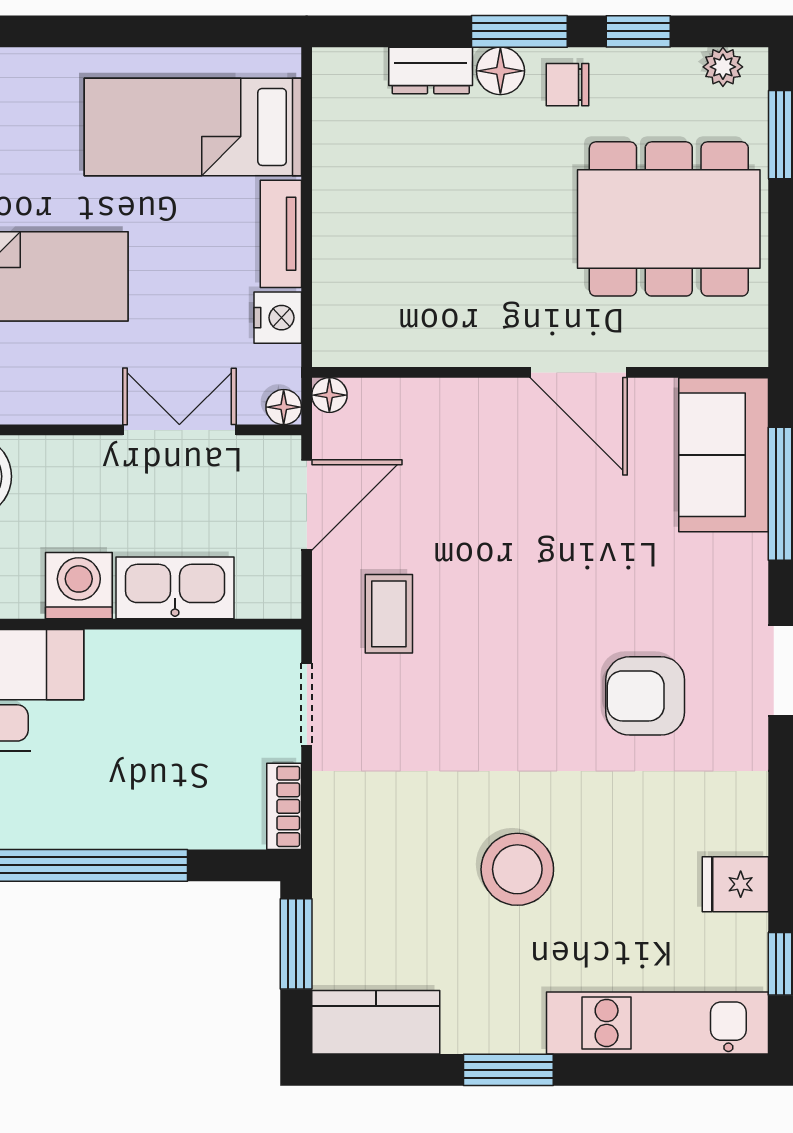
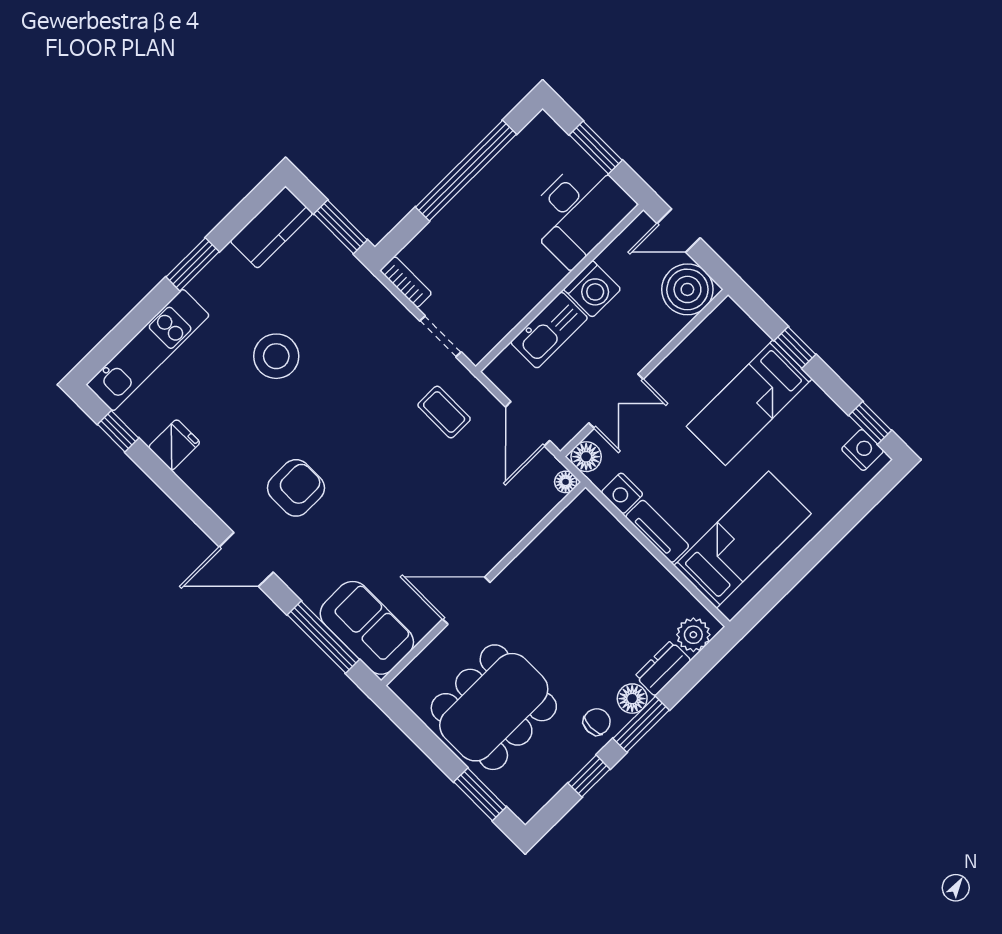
plant: (723, 67) -> (693, 635), moved, width x1.38, depth x1.38
floor lamp: (284, 407) -> (586, 457), width x1.37, depth x1.37

